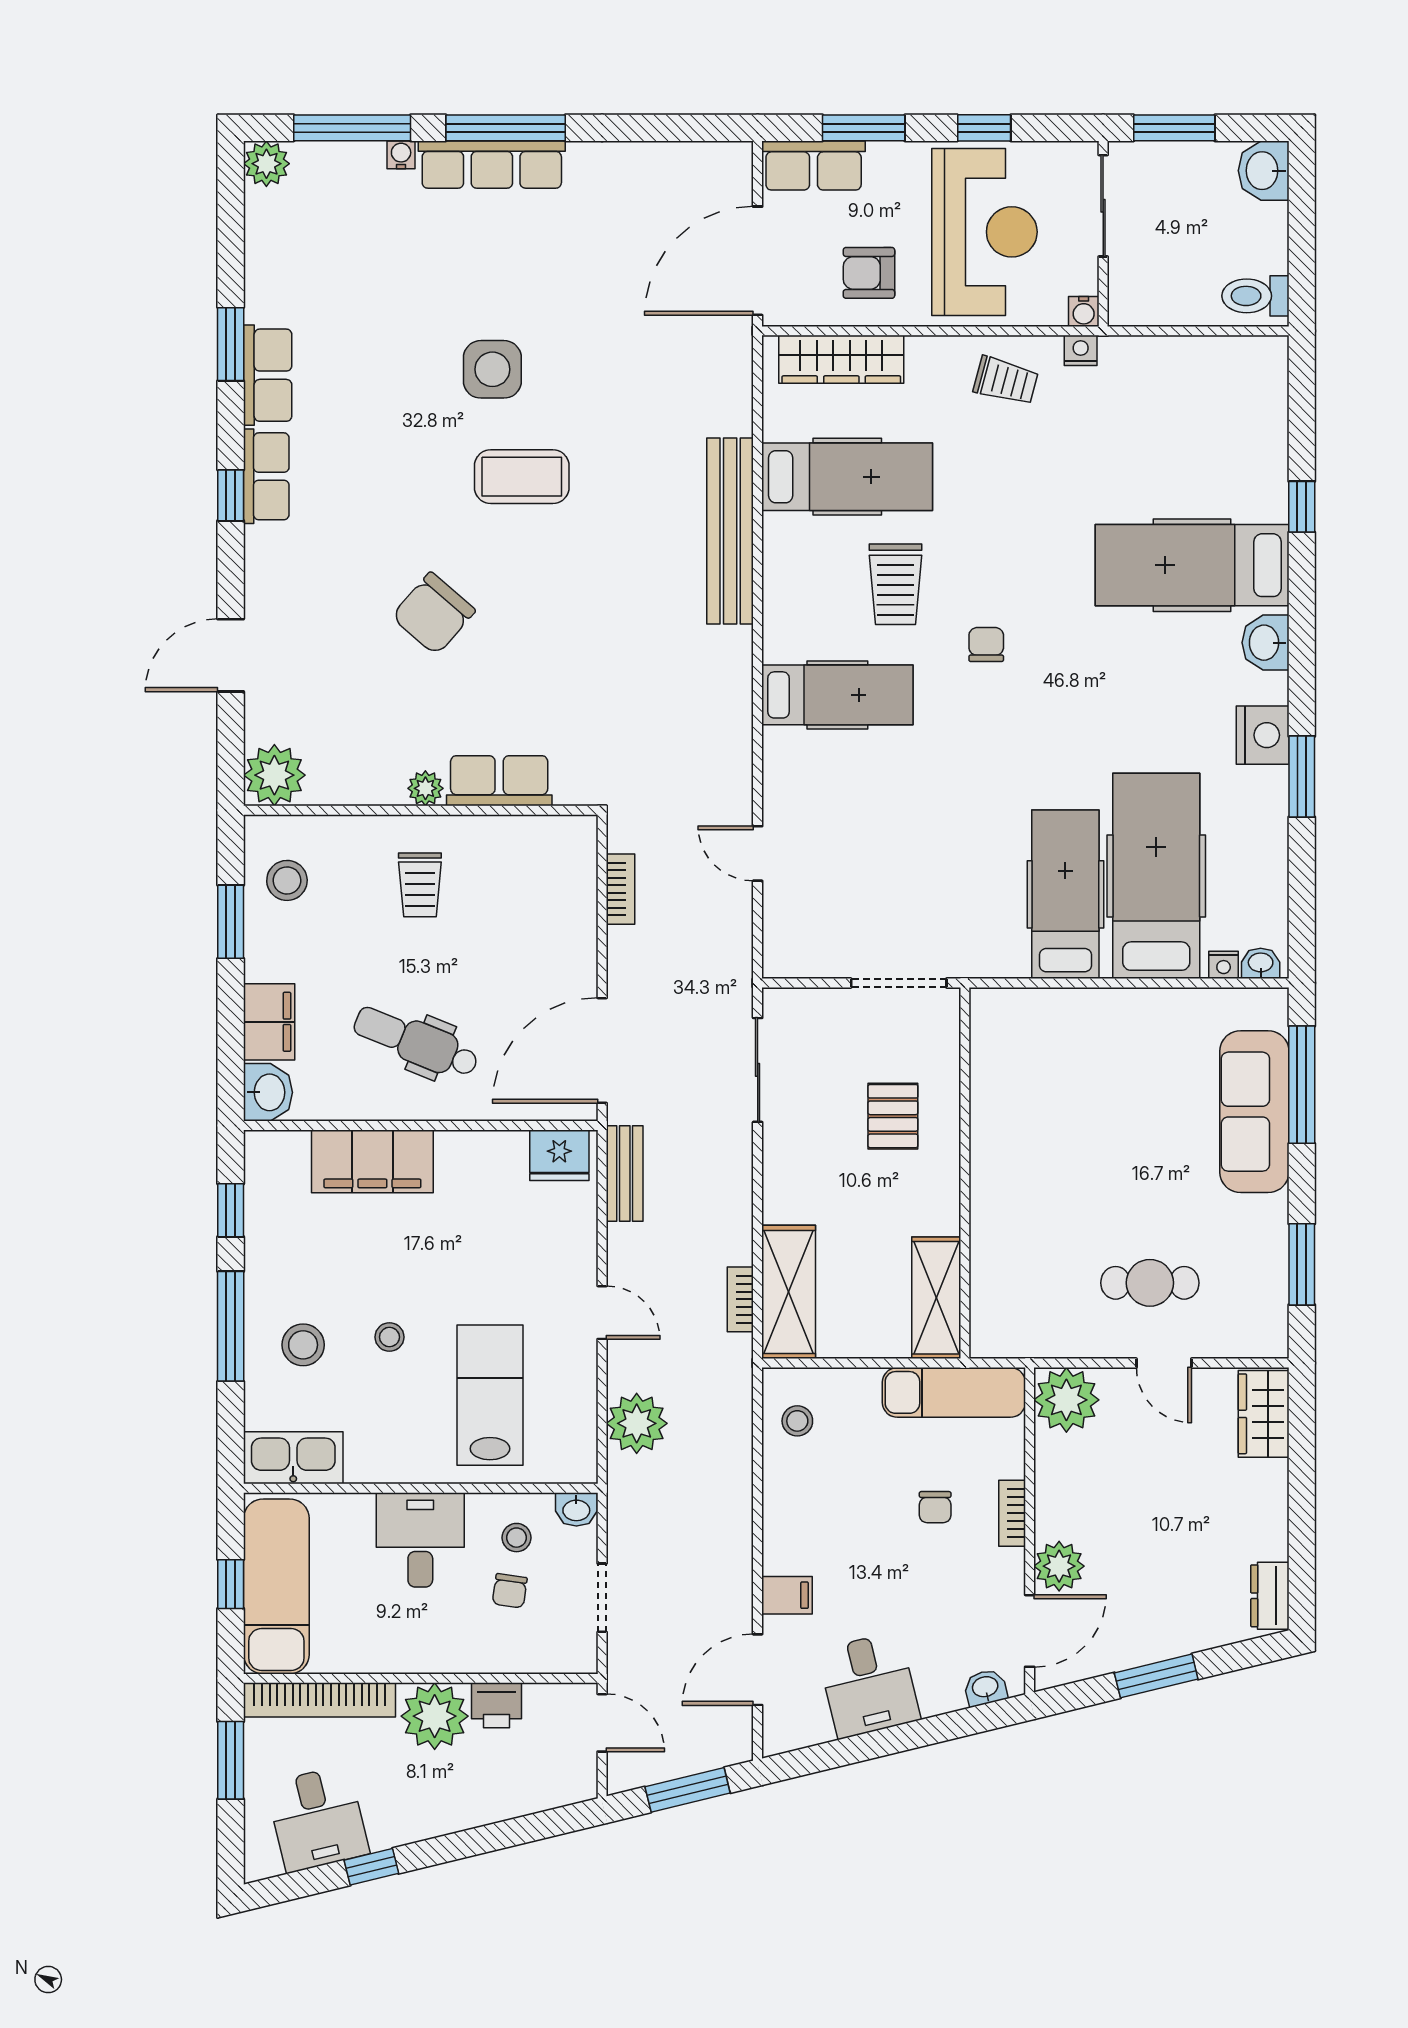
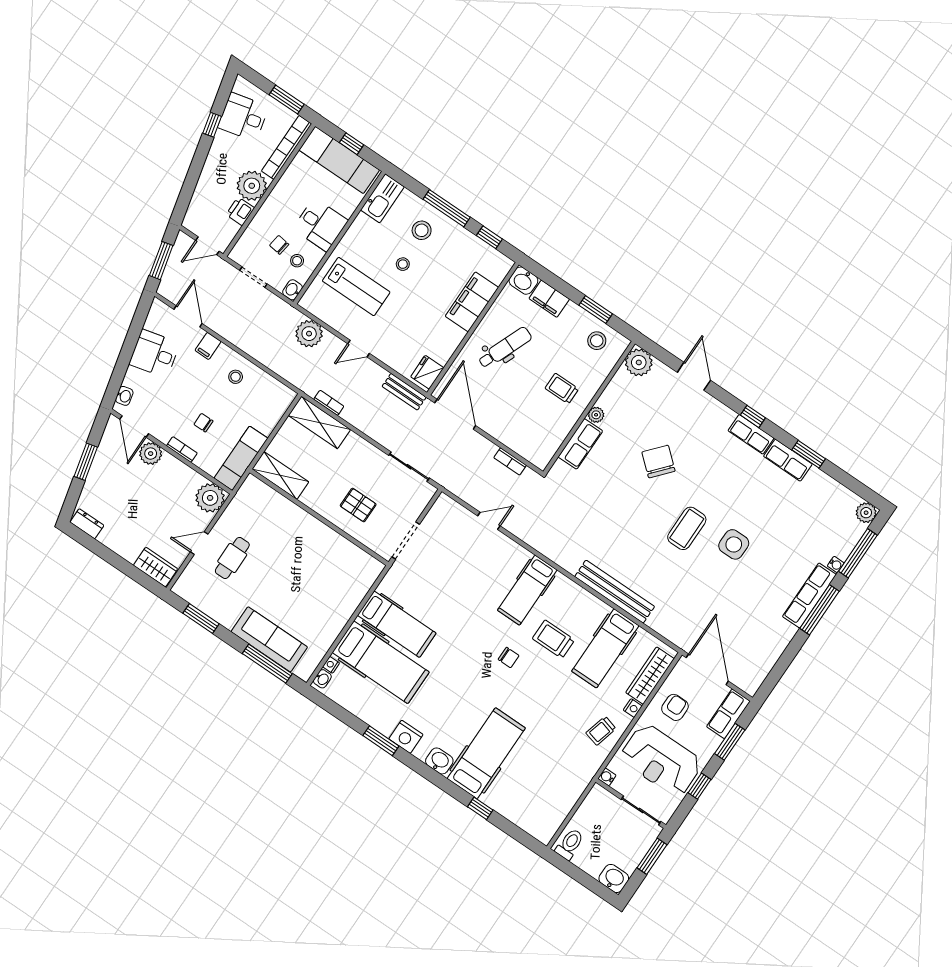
nightstand: (1081, 350) -> (633, 708), moved
stool: (797, 1421) -> (236, 377), moved

